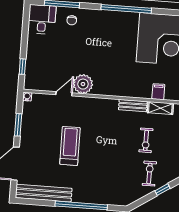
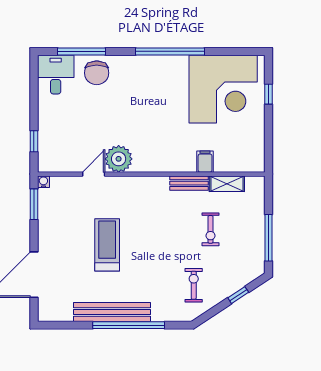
chair: (72, 20) -> (97, 73), width x1.87, depth x1.87
filing cabinet: (158, 92) -> (205, 162), moved
window: (18, 125) -> (34, 204), moved
exercise bike: (149, 174) -> (194, 285), moved
bench: (44, 193) -> (112, 312), moved

